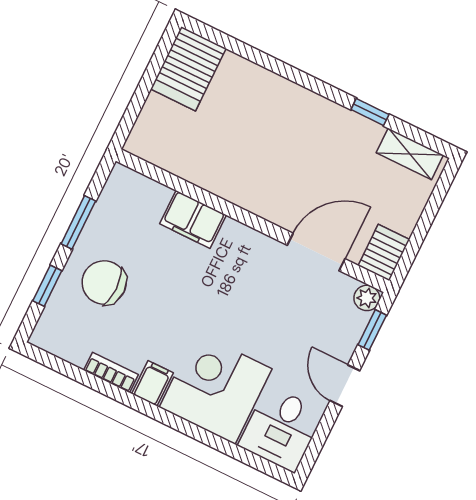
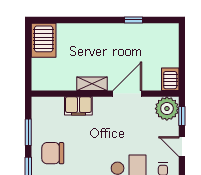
shelving: (410, 154) -> (92, 84), moved
door: (316, 252) -> (127, 94), moved
plant: (367, 298) -> (167, 109), width x1.88, depth x1.88

